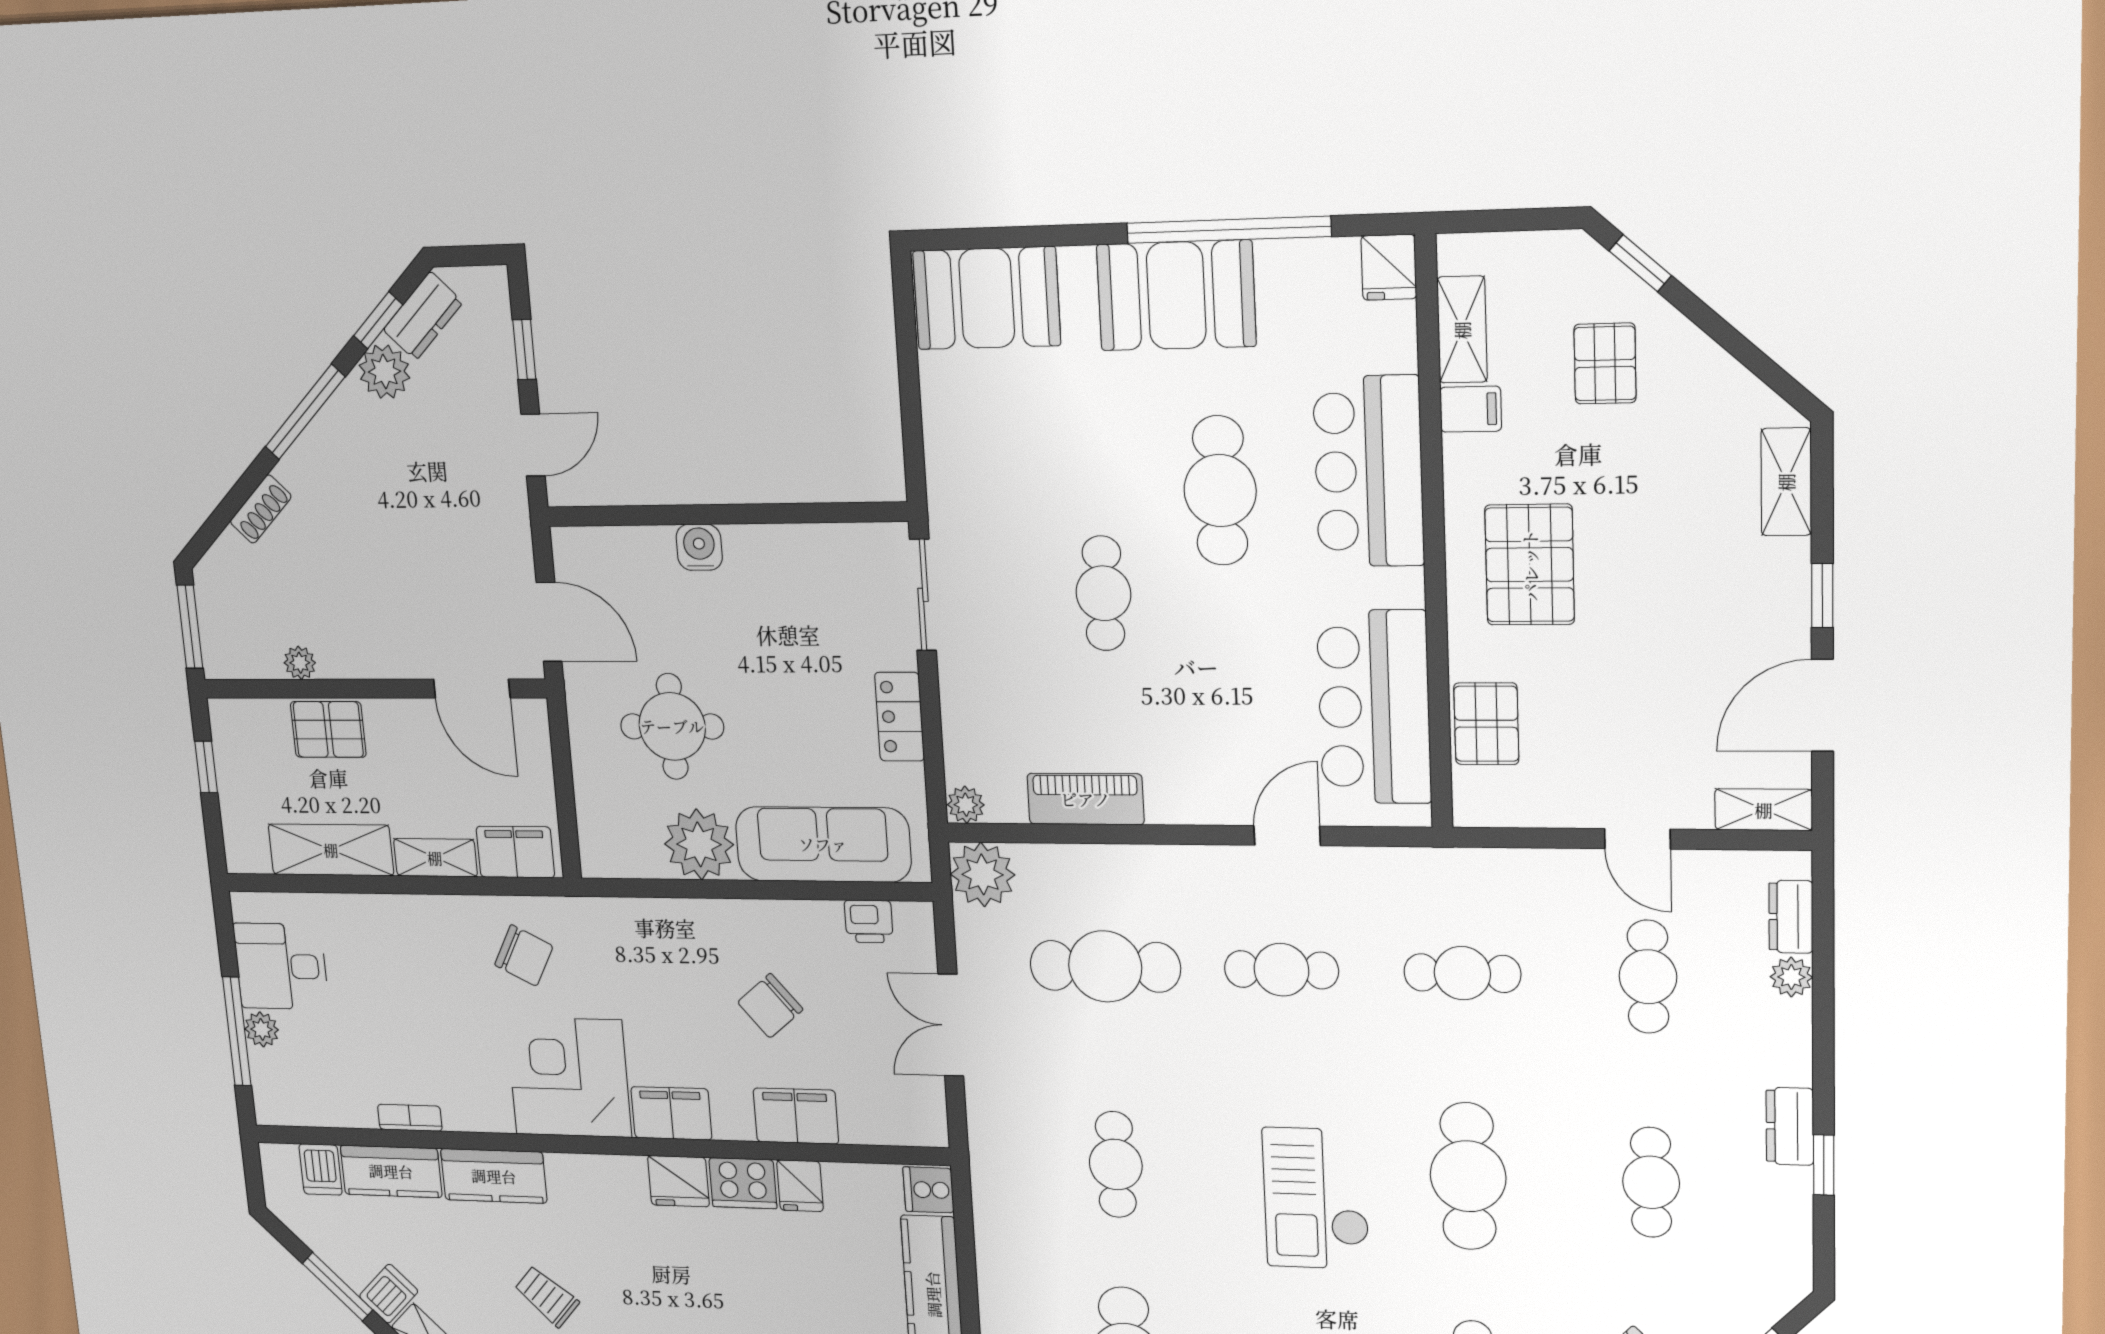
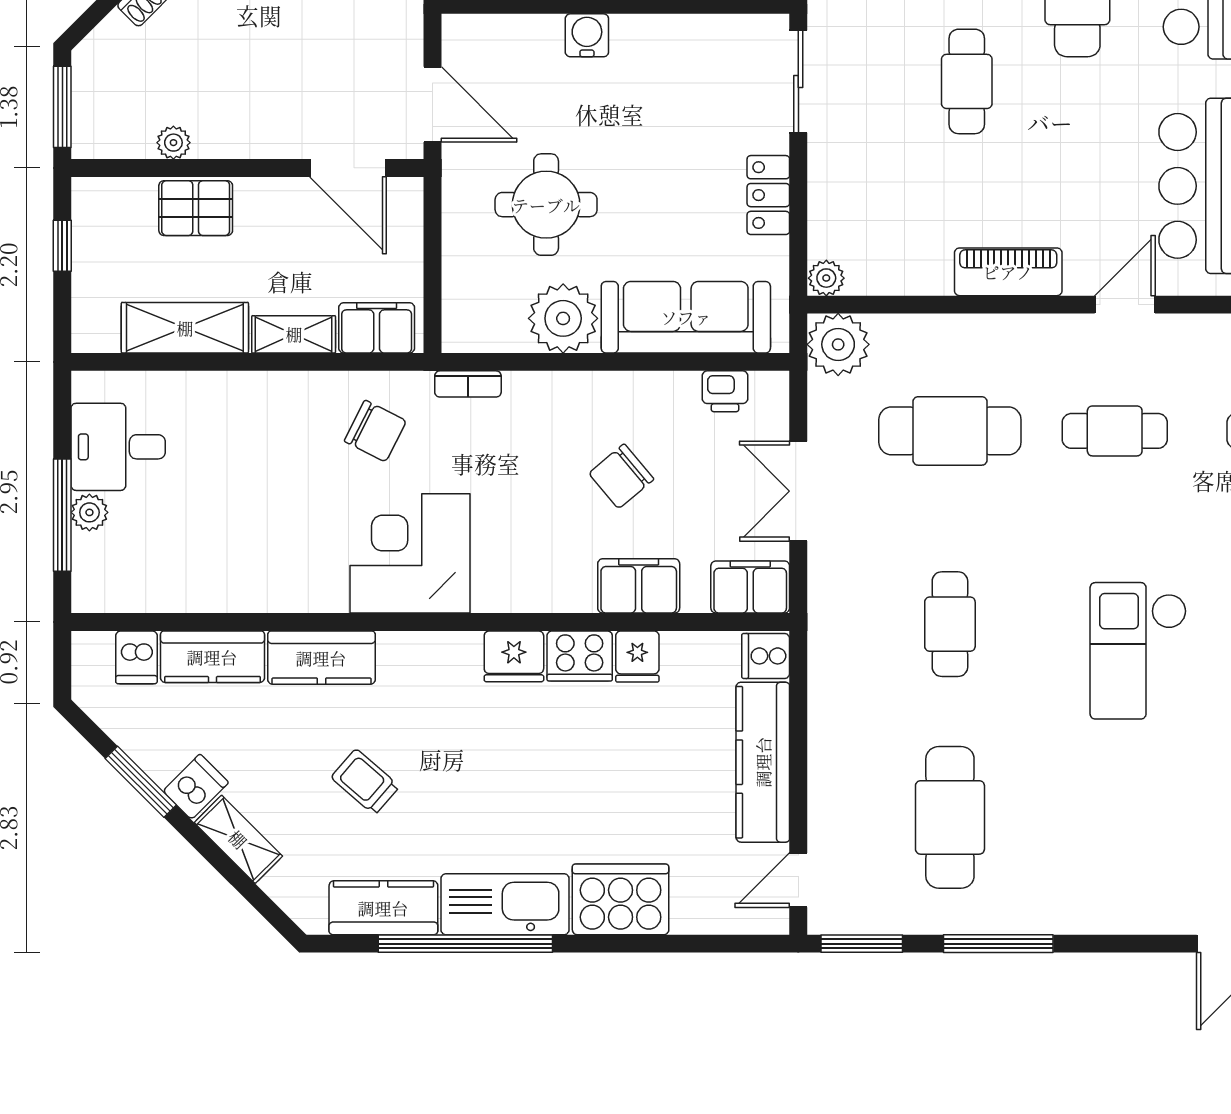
piano: (1086, 799) -> (1008, 272), moved
filing cabinet: (671, 1113) -> (750, 587), moved
bookcase: (410, 1118) -> (468, 384), moved, turned 180

